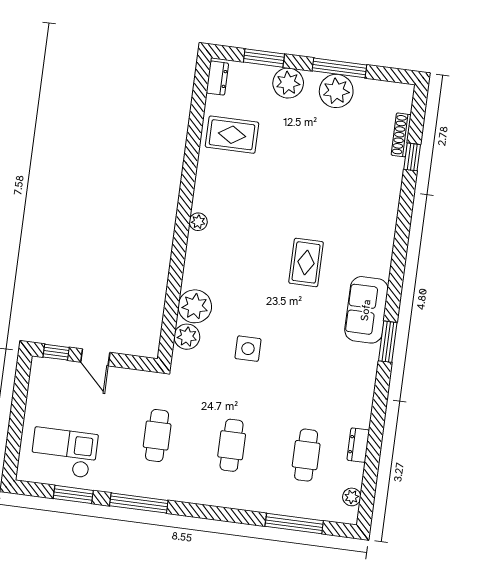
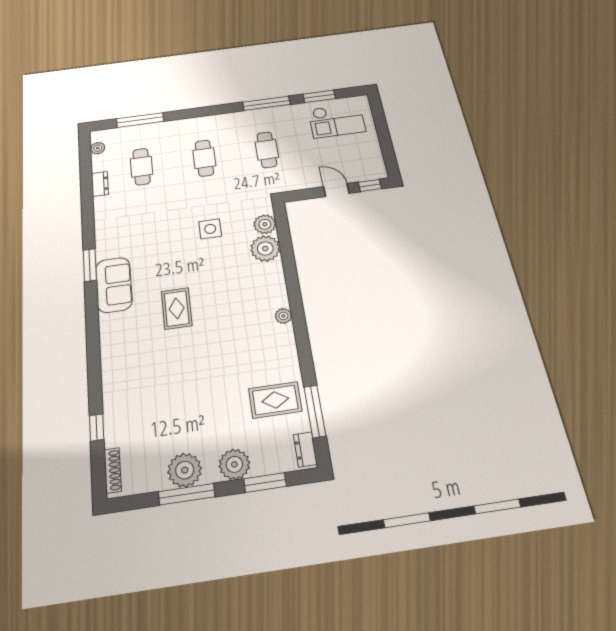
window: (197, 112) -> (315, 411), added
shoe rack: (401, 135) -> (113, 470), moved

